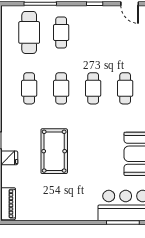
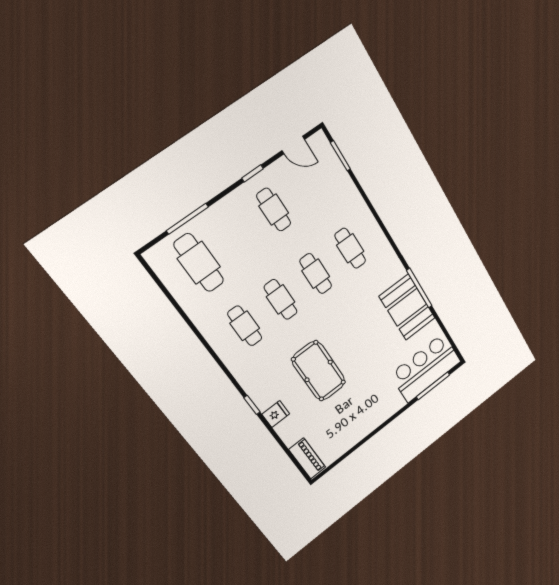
cafe table: (61, 32) -> (274, 210), moved

